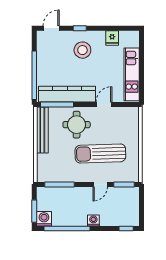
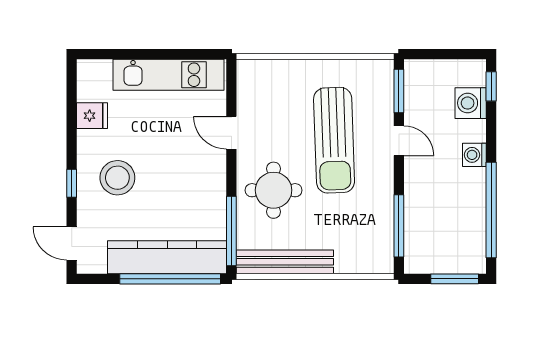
kitchen counter: (67, 94) -> (167, 257), moved, turned 90
washing machine: (44, 219) -> (471, 103), moved

